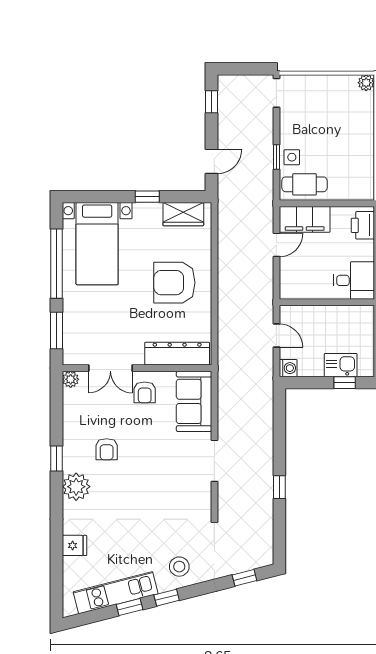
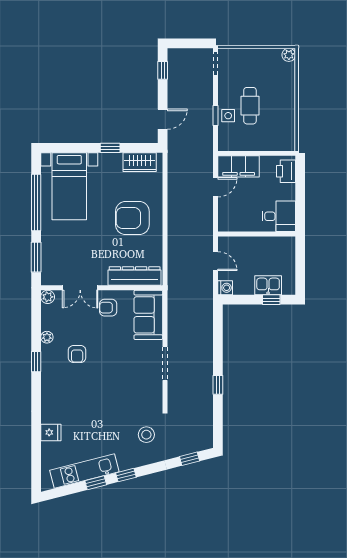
cafe table: (304, 184) -> (250, 106), moved, turned 90
armchair: (145, 392) -> (108, 308), turned 90
plant: (76, 487) -> (47, 337), moved, width x0.53, depth x0.53
stool: (179, 567) -> (146, 435), moved

